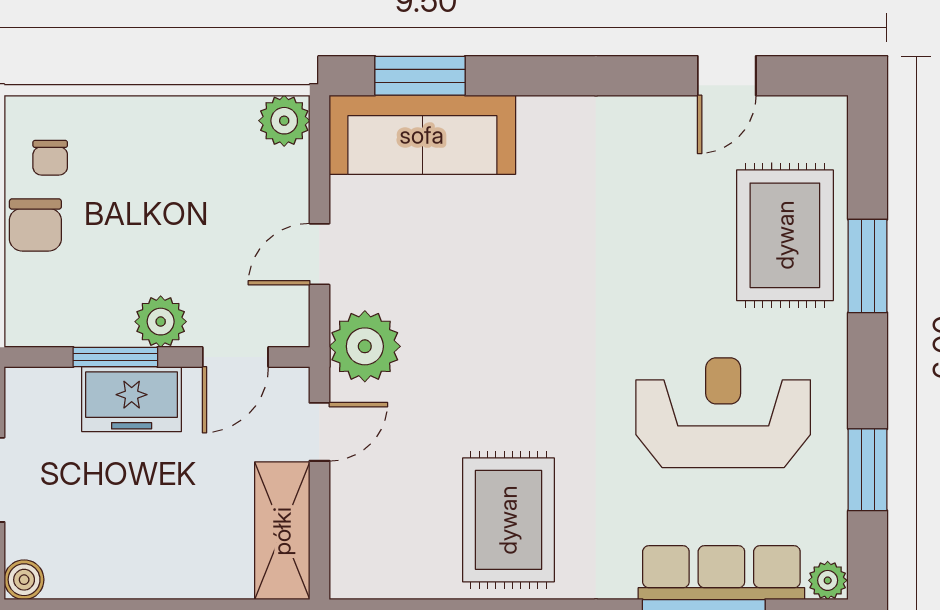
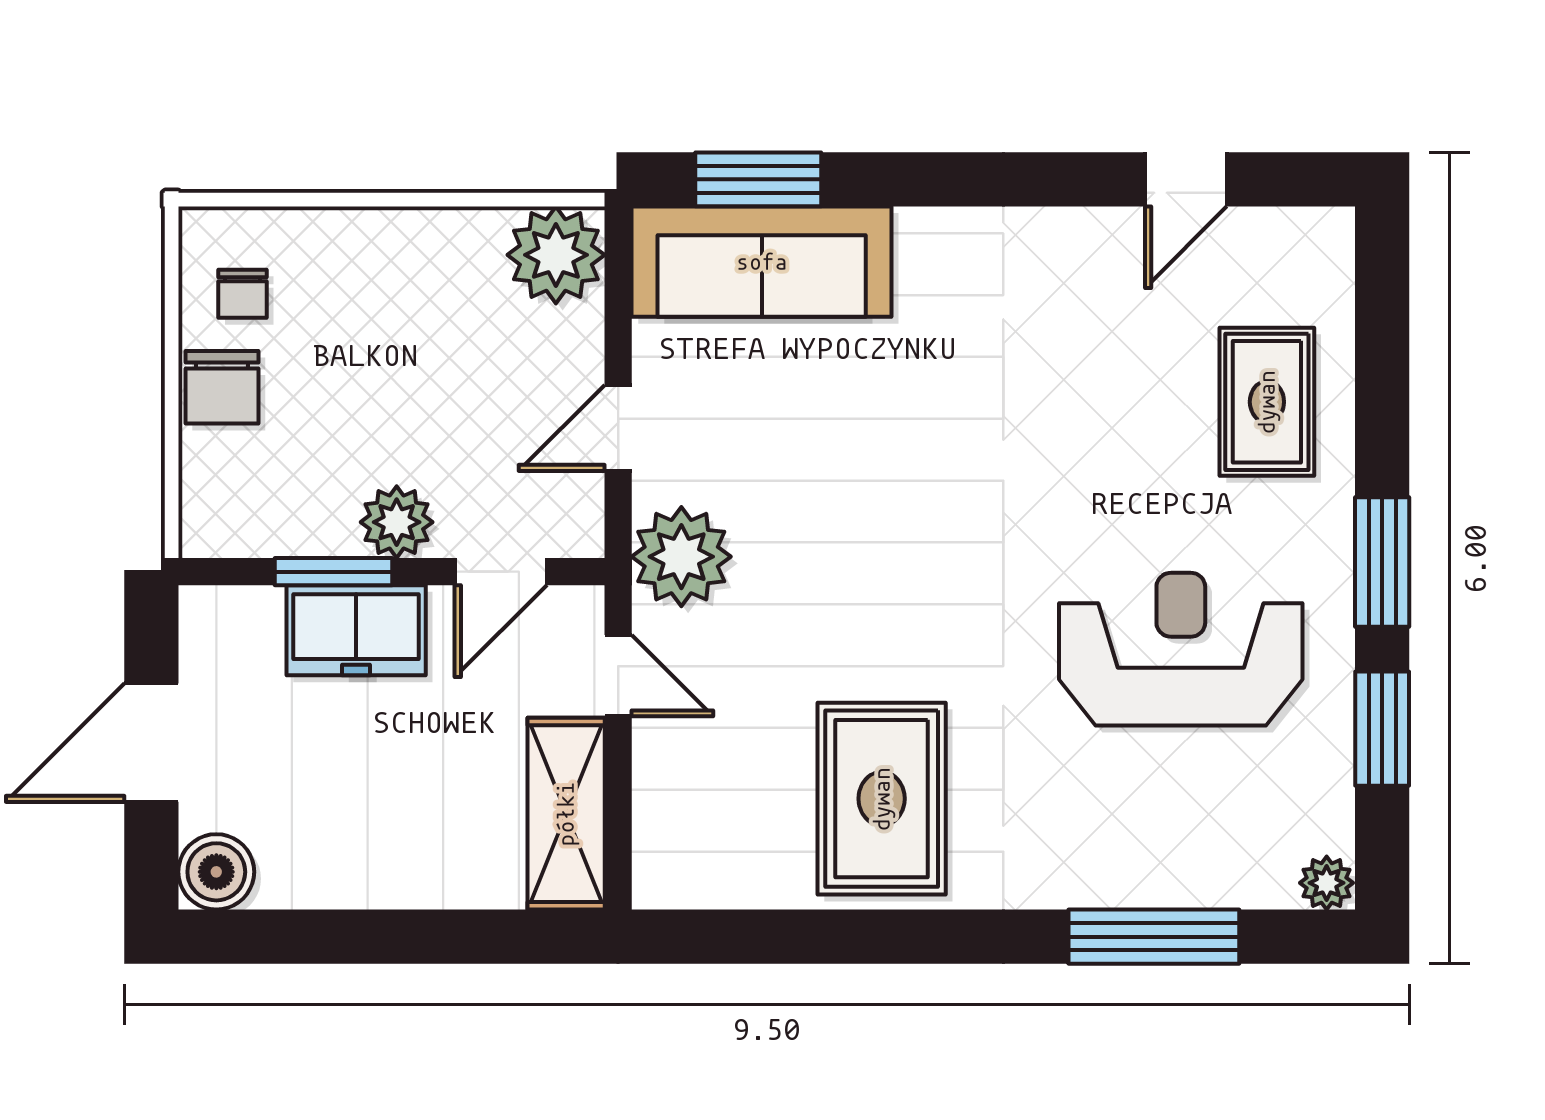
plant: (284, 121) -> (556, 255), width x1.36, depth x1.36
rug: (785, 235) -> (1267, 402), width x0.73, depth x0.70
window: (868, 266) -> (1382, 562), moved
door: (319, 432) -> (618, 676), hinge flipped
row of seats: (721, 573) -> (1178, 872), removed
boiler: (24, 580) -> (216, 872), width x1.36, depth x1.36

